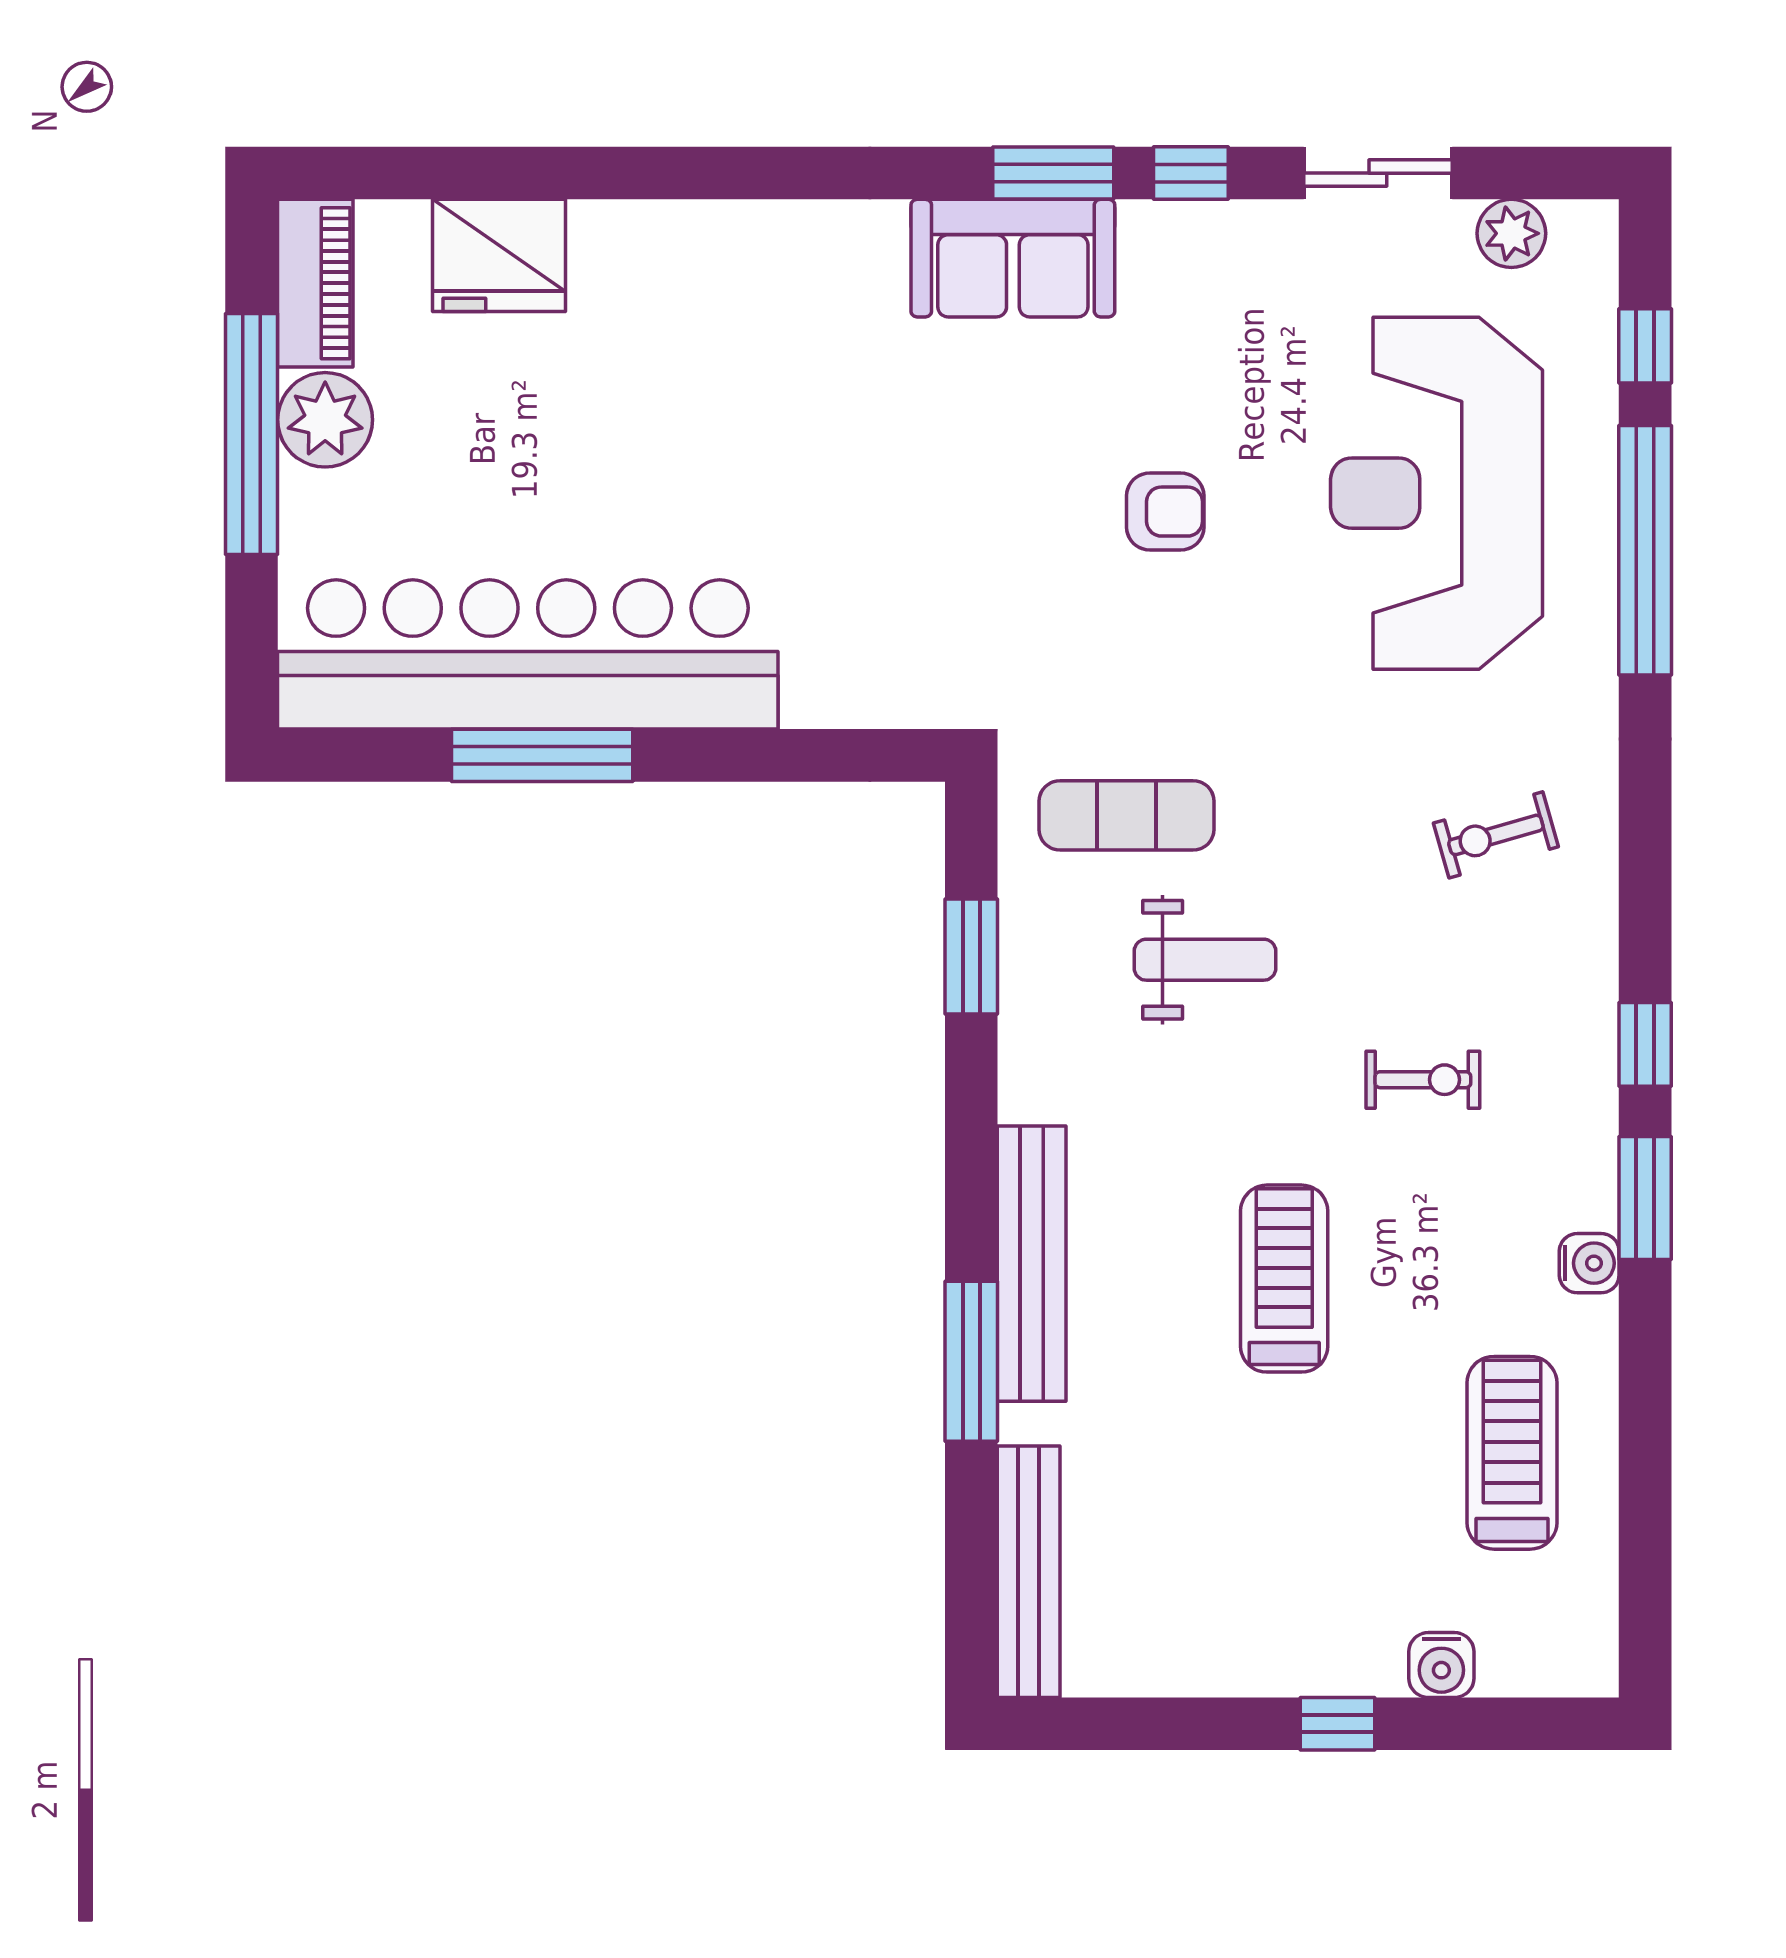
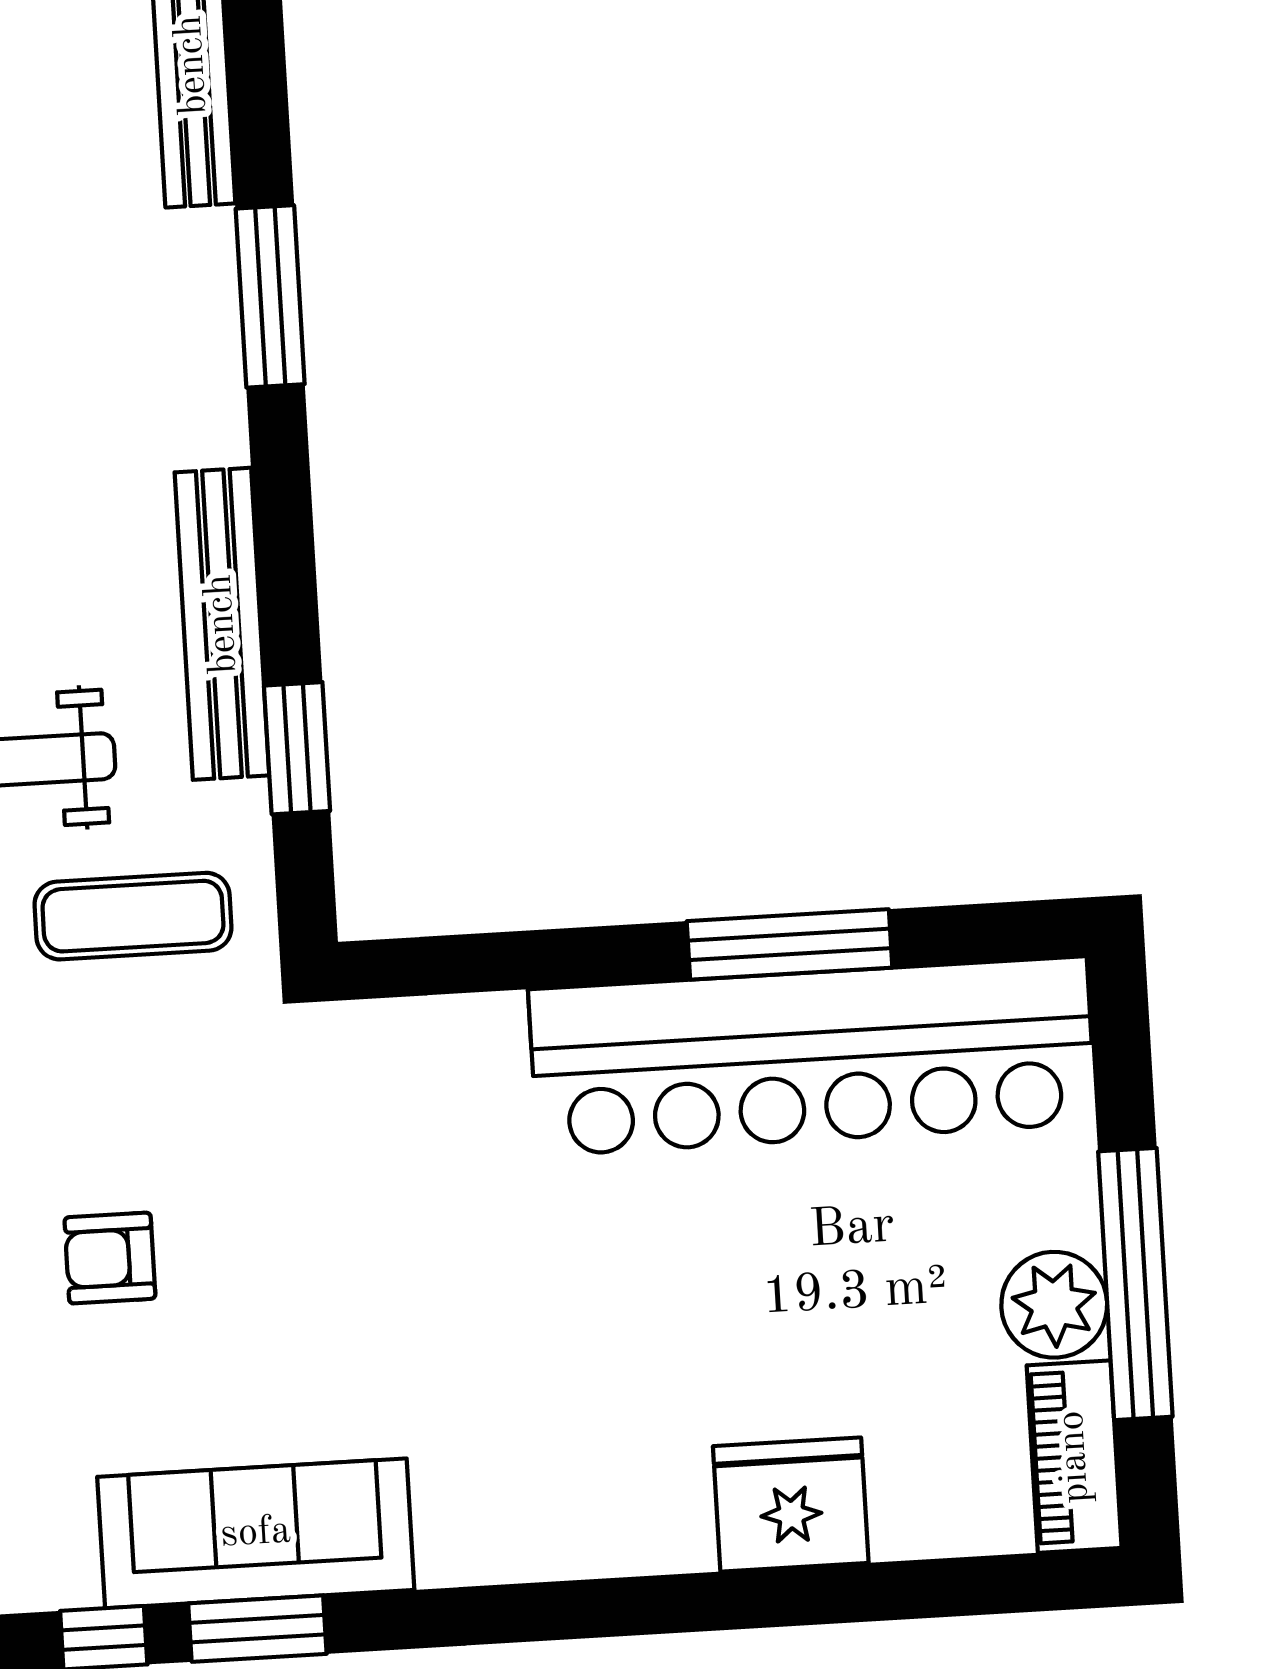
fridge: (499, 255) -> (791, 1505), moved
sofa: (1013, 258) -> (256, 1533), width x1.36
bench: (1032, 1264) -> (222, 624), moved

